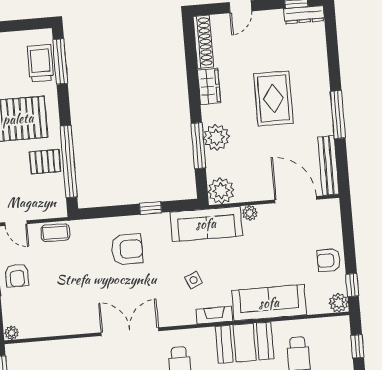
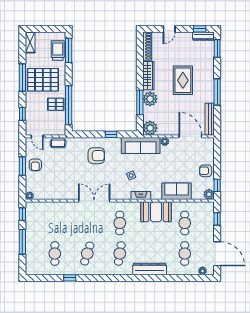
window: (331, 35) -> (217, 48), added
wardrobe: (209, 86) -> (148, 76), width x1.50
sofa: (269, 303) -> (176, 191), width x0.73

